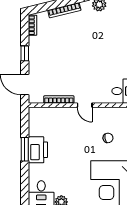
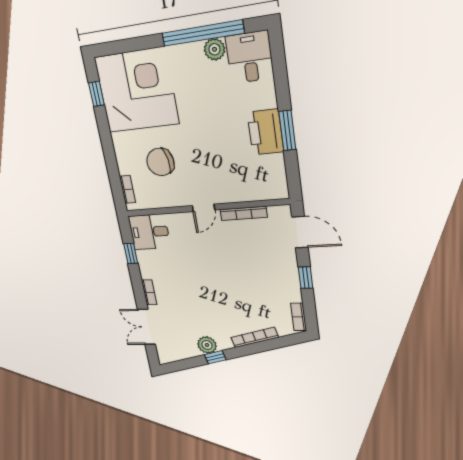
door: (85, 105) -> (203, 208), swing flipped
chair: (108, 138) -> (160, 162), width x1.87, depth x1.87

